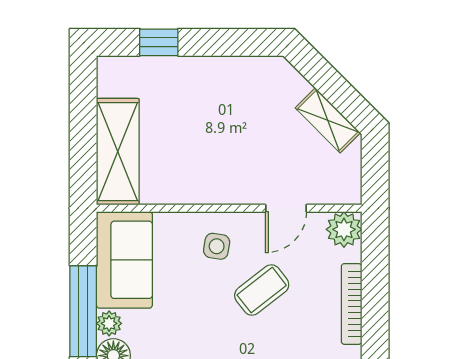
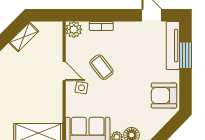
door: (286, 208) -> (64, 71), moved
bookcase: (352, 304) -> (101, 26), width x0.64

